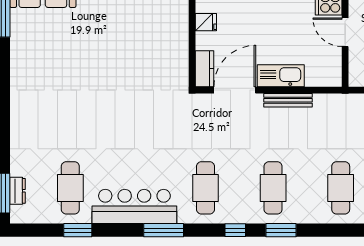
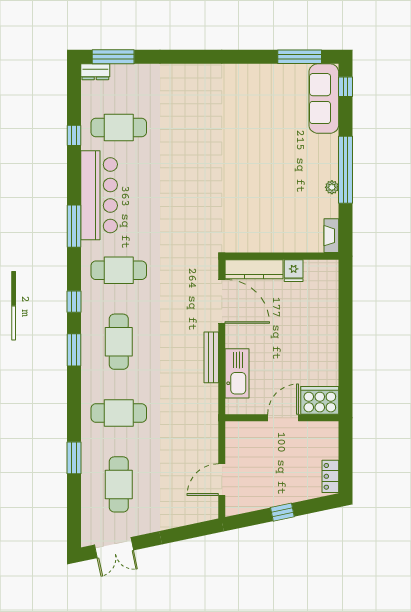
kitchen counter: (204, 69) -> (254, 269), width x1.50
kitchen sink: (281, 76) -> (237, 373), moved
cafe table: (273, 188) -> (119, 342), turned 90
dresser: (17, 191) -> (95, 72), moved
window: (78, 230) -> (74, 135), width x0.67

